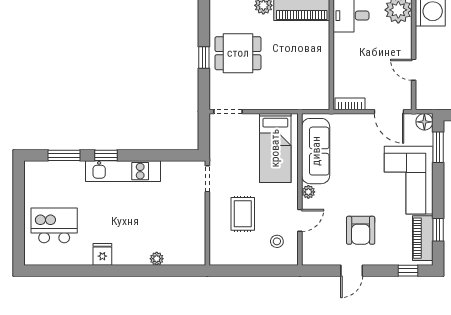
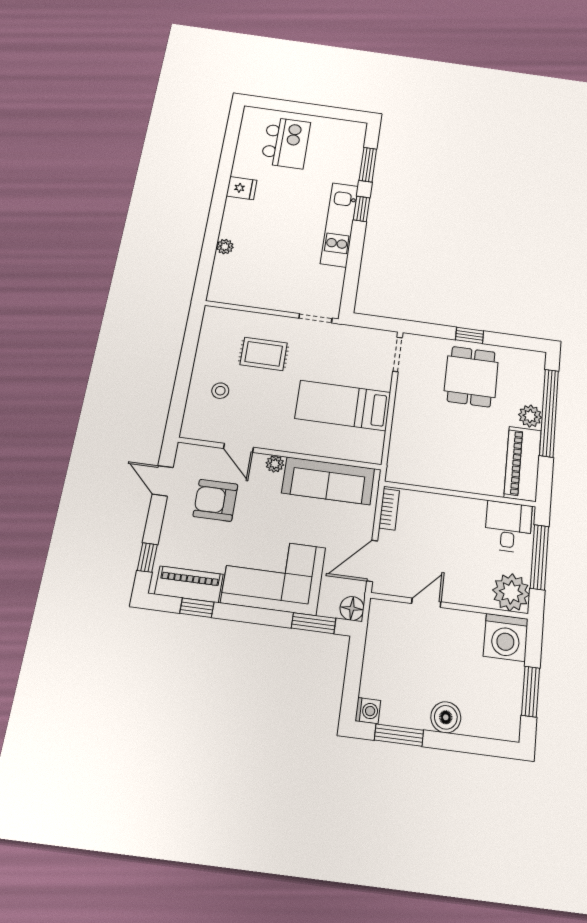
sofa: (316, 151) -> (328, 481), moved
wall: (300, 189) -> (280, 453), moved
plant: (308, 192) -> (275, 464), moved
door: (300, 220) -> (238, 448), moved

